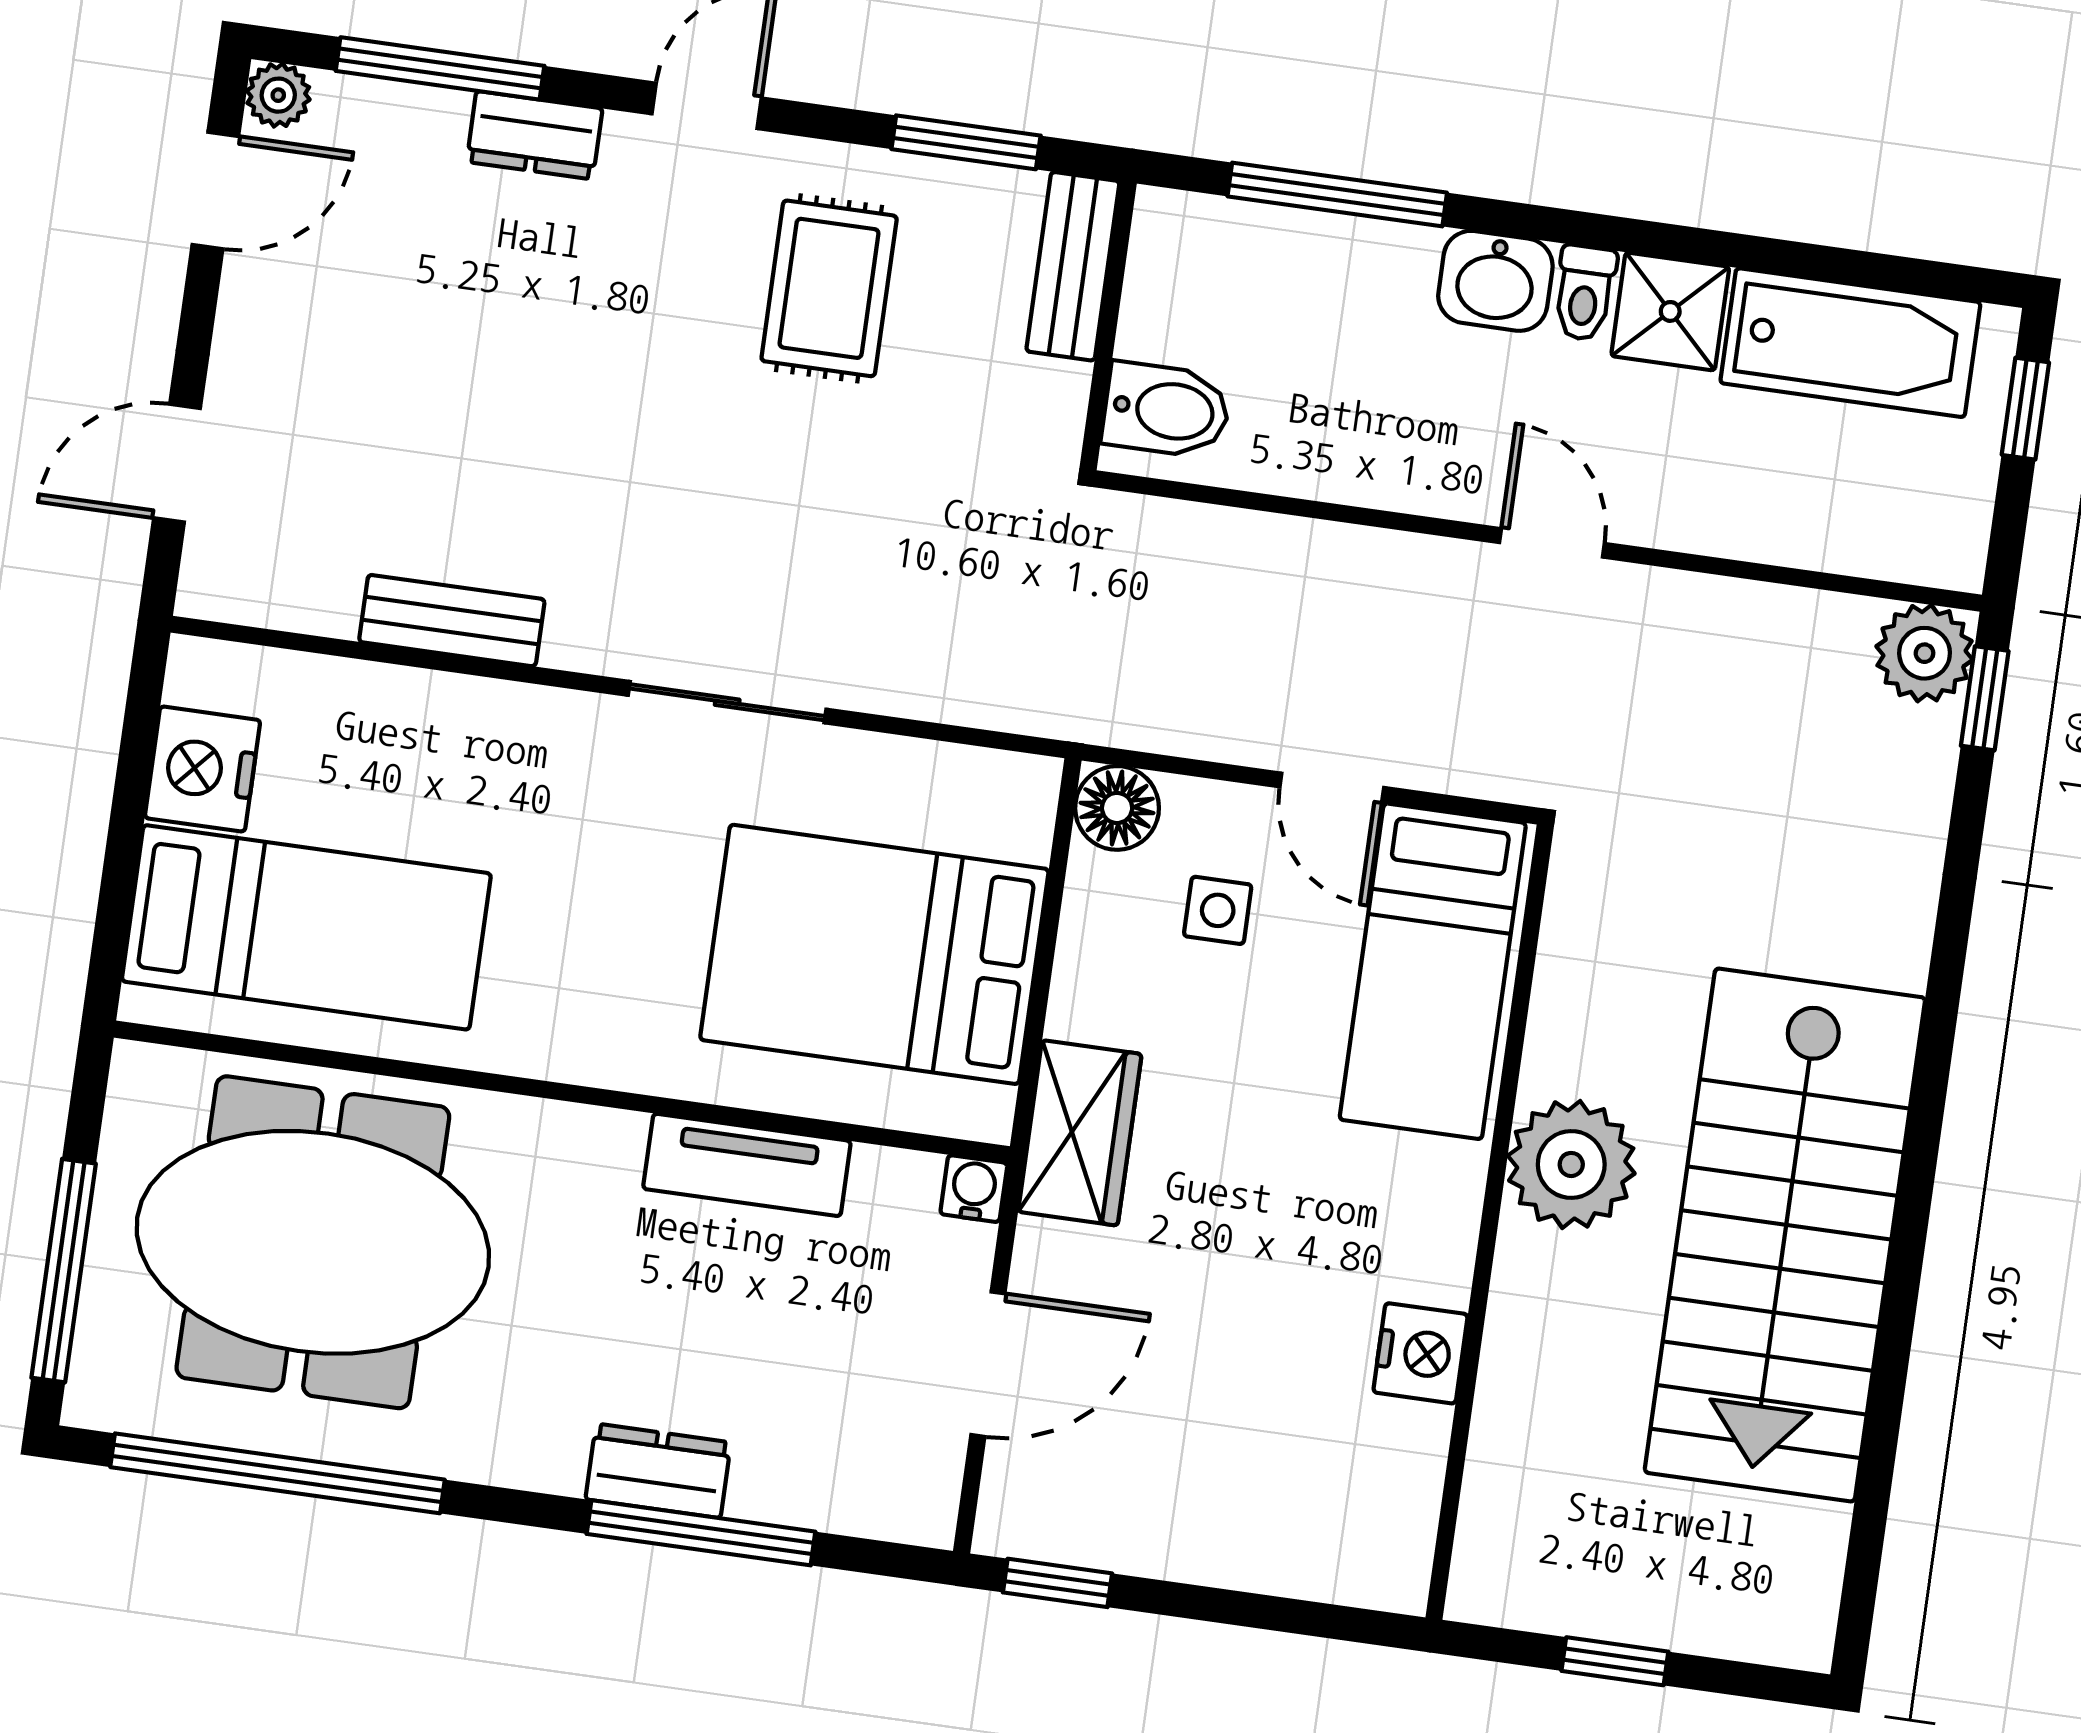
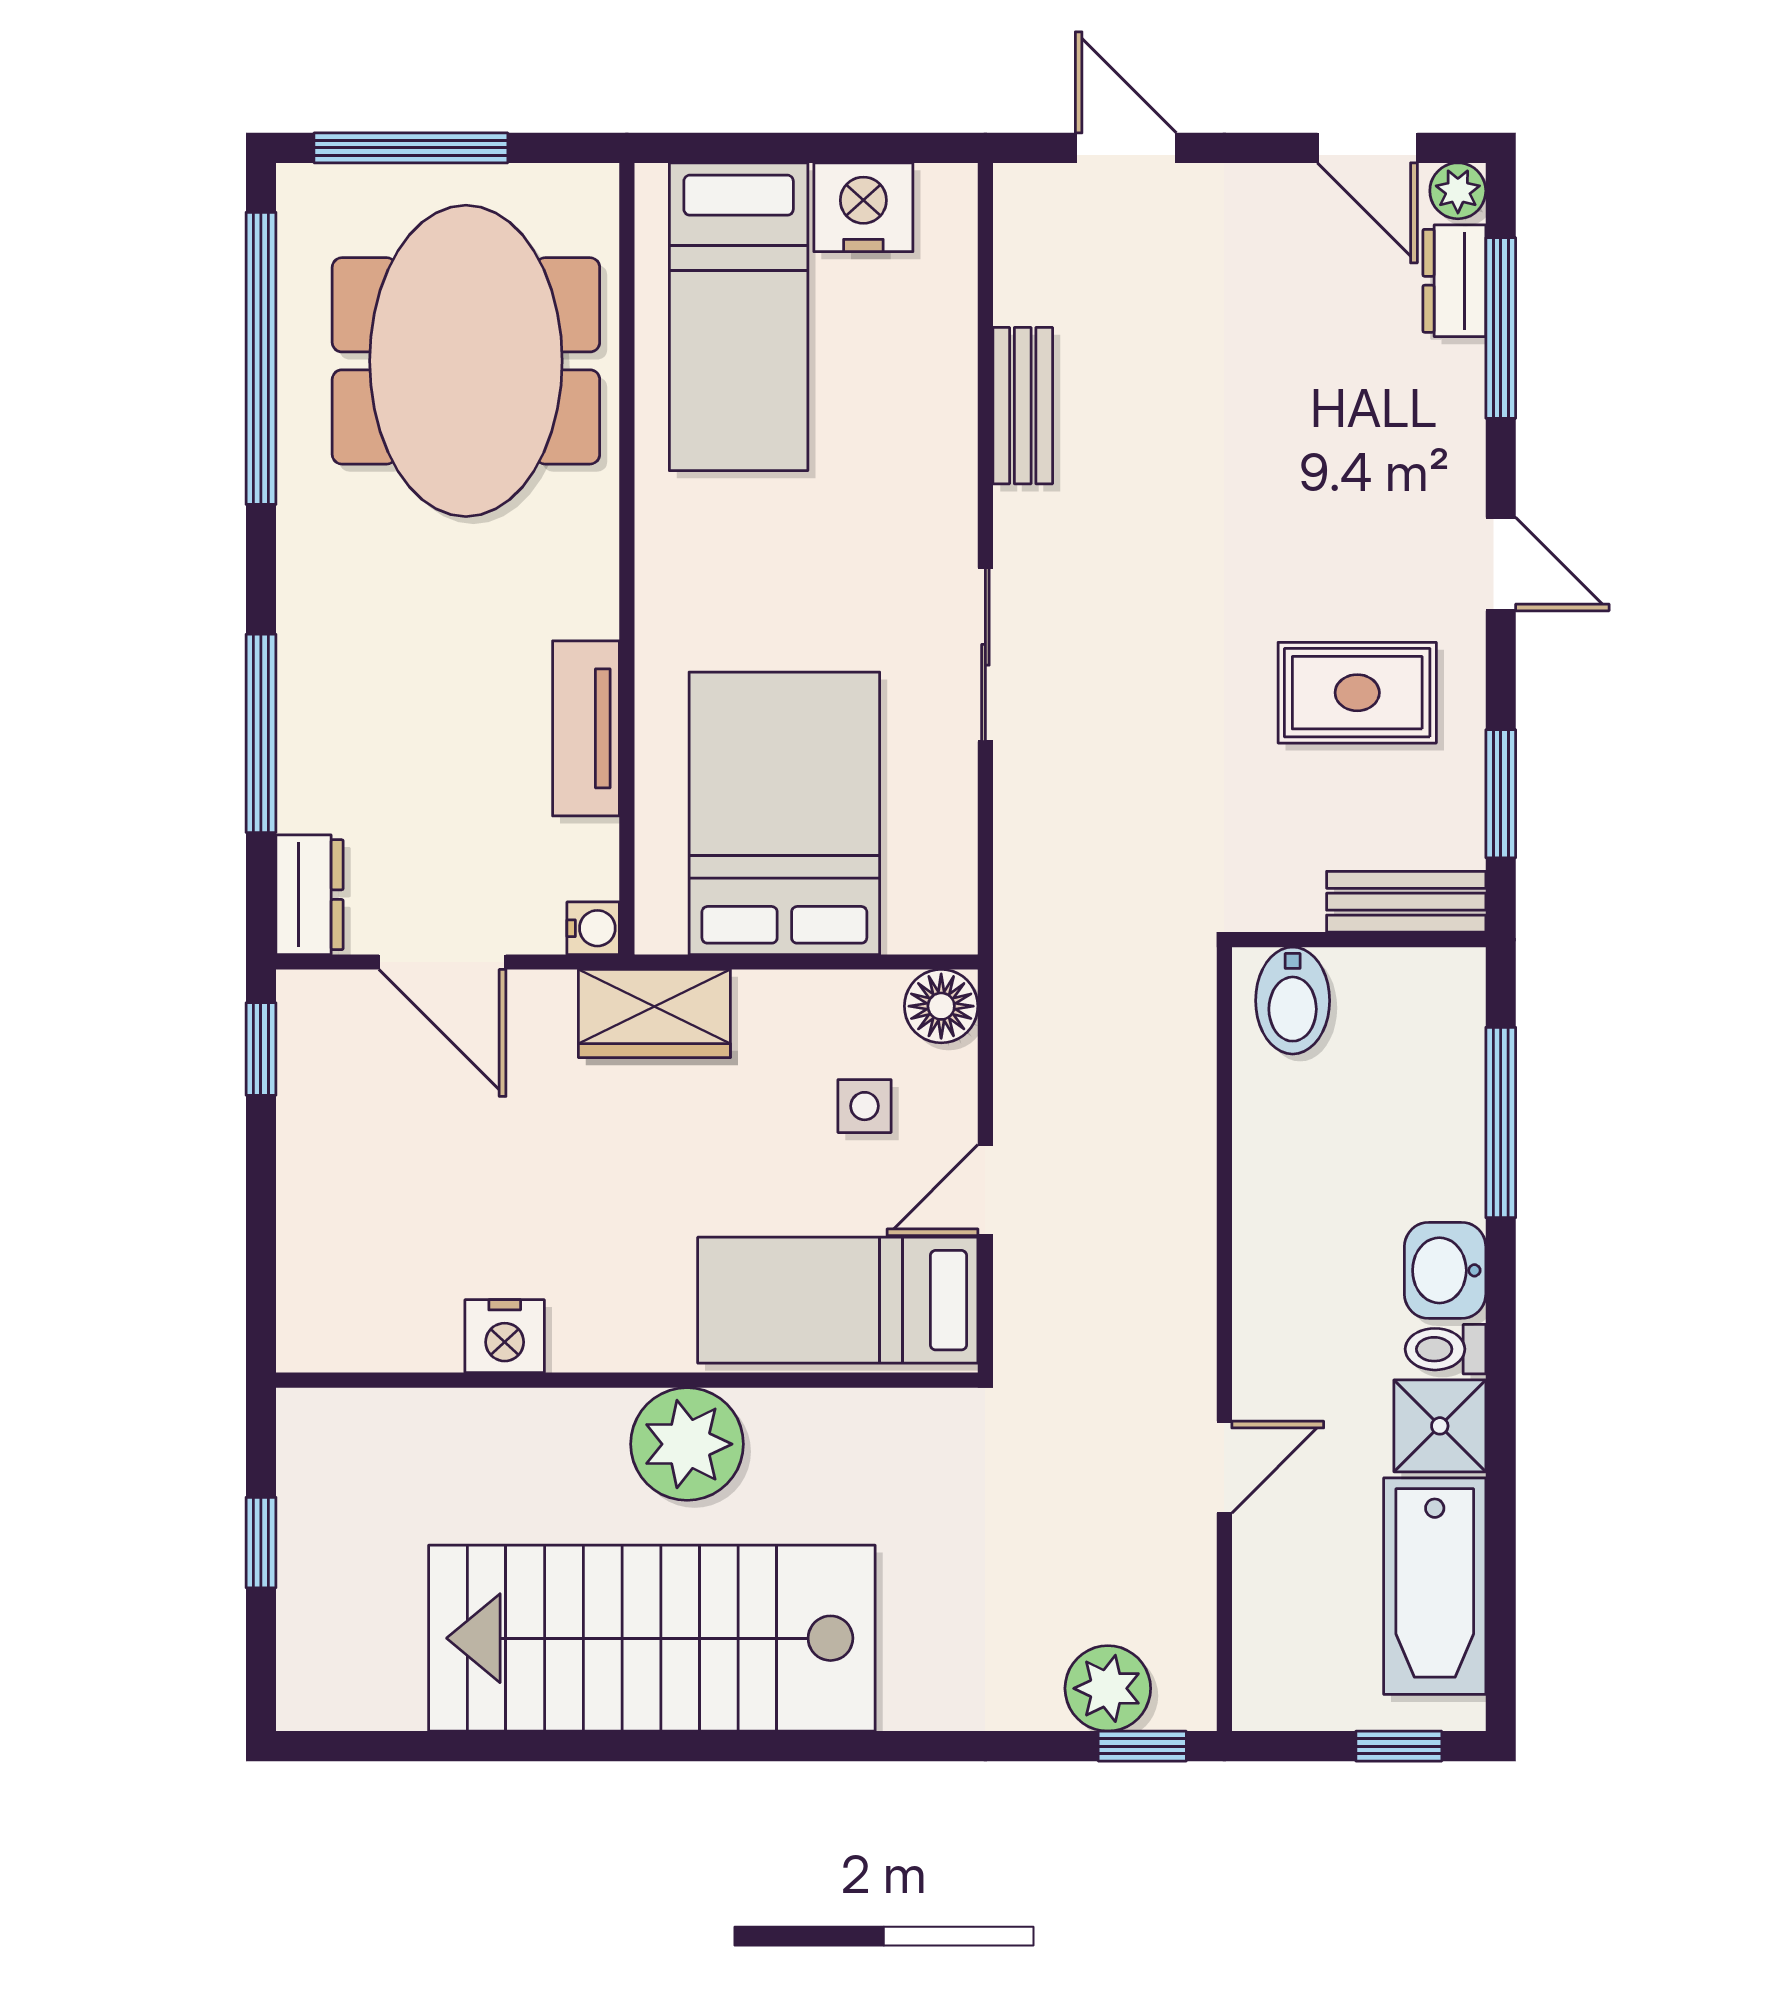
dresser: (535, 135) -> (1454, 281), moved
door: (1552, 543) -> (1224, 1467), moved
plant: (1925, 653) -> (1108, 1688), moved
dresser: (658, 1471) -> (310, 895), moved

